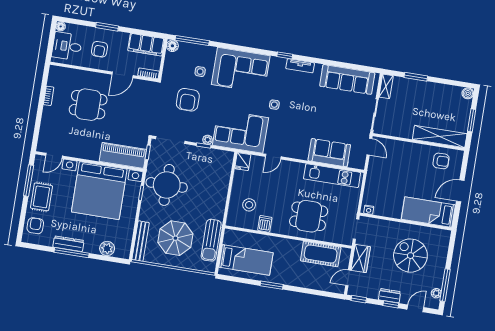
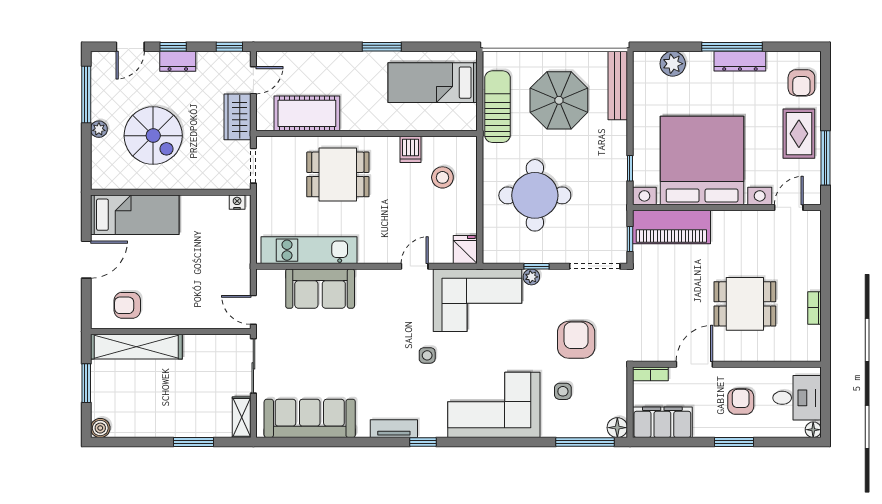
round table: (167, 185) -> (535, 195), moved
plant: (436, 293) -> (99, 129), moved

